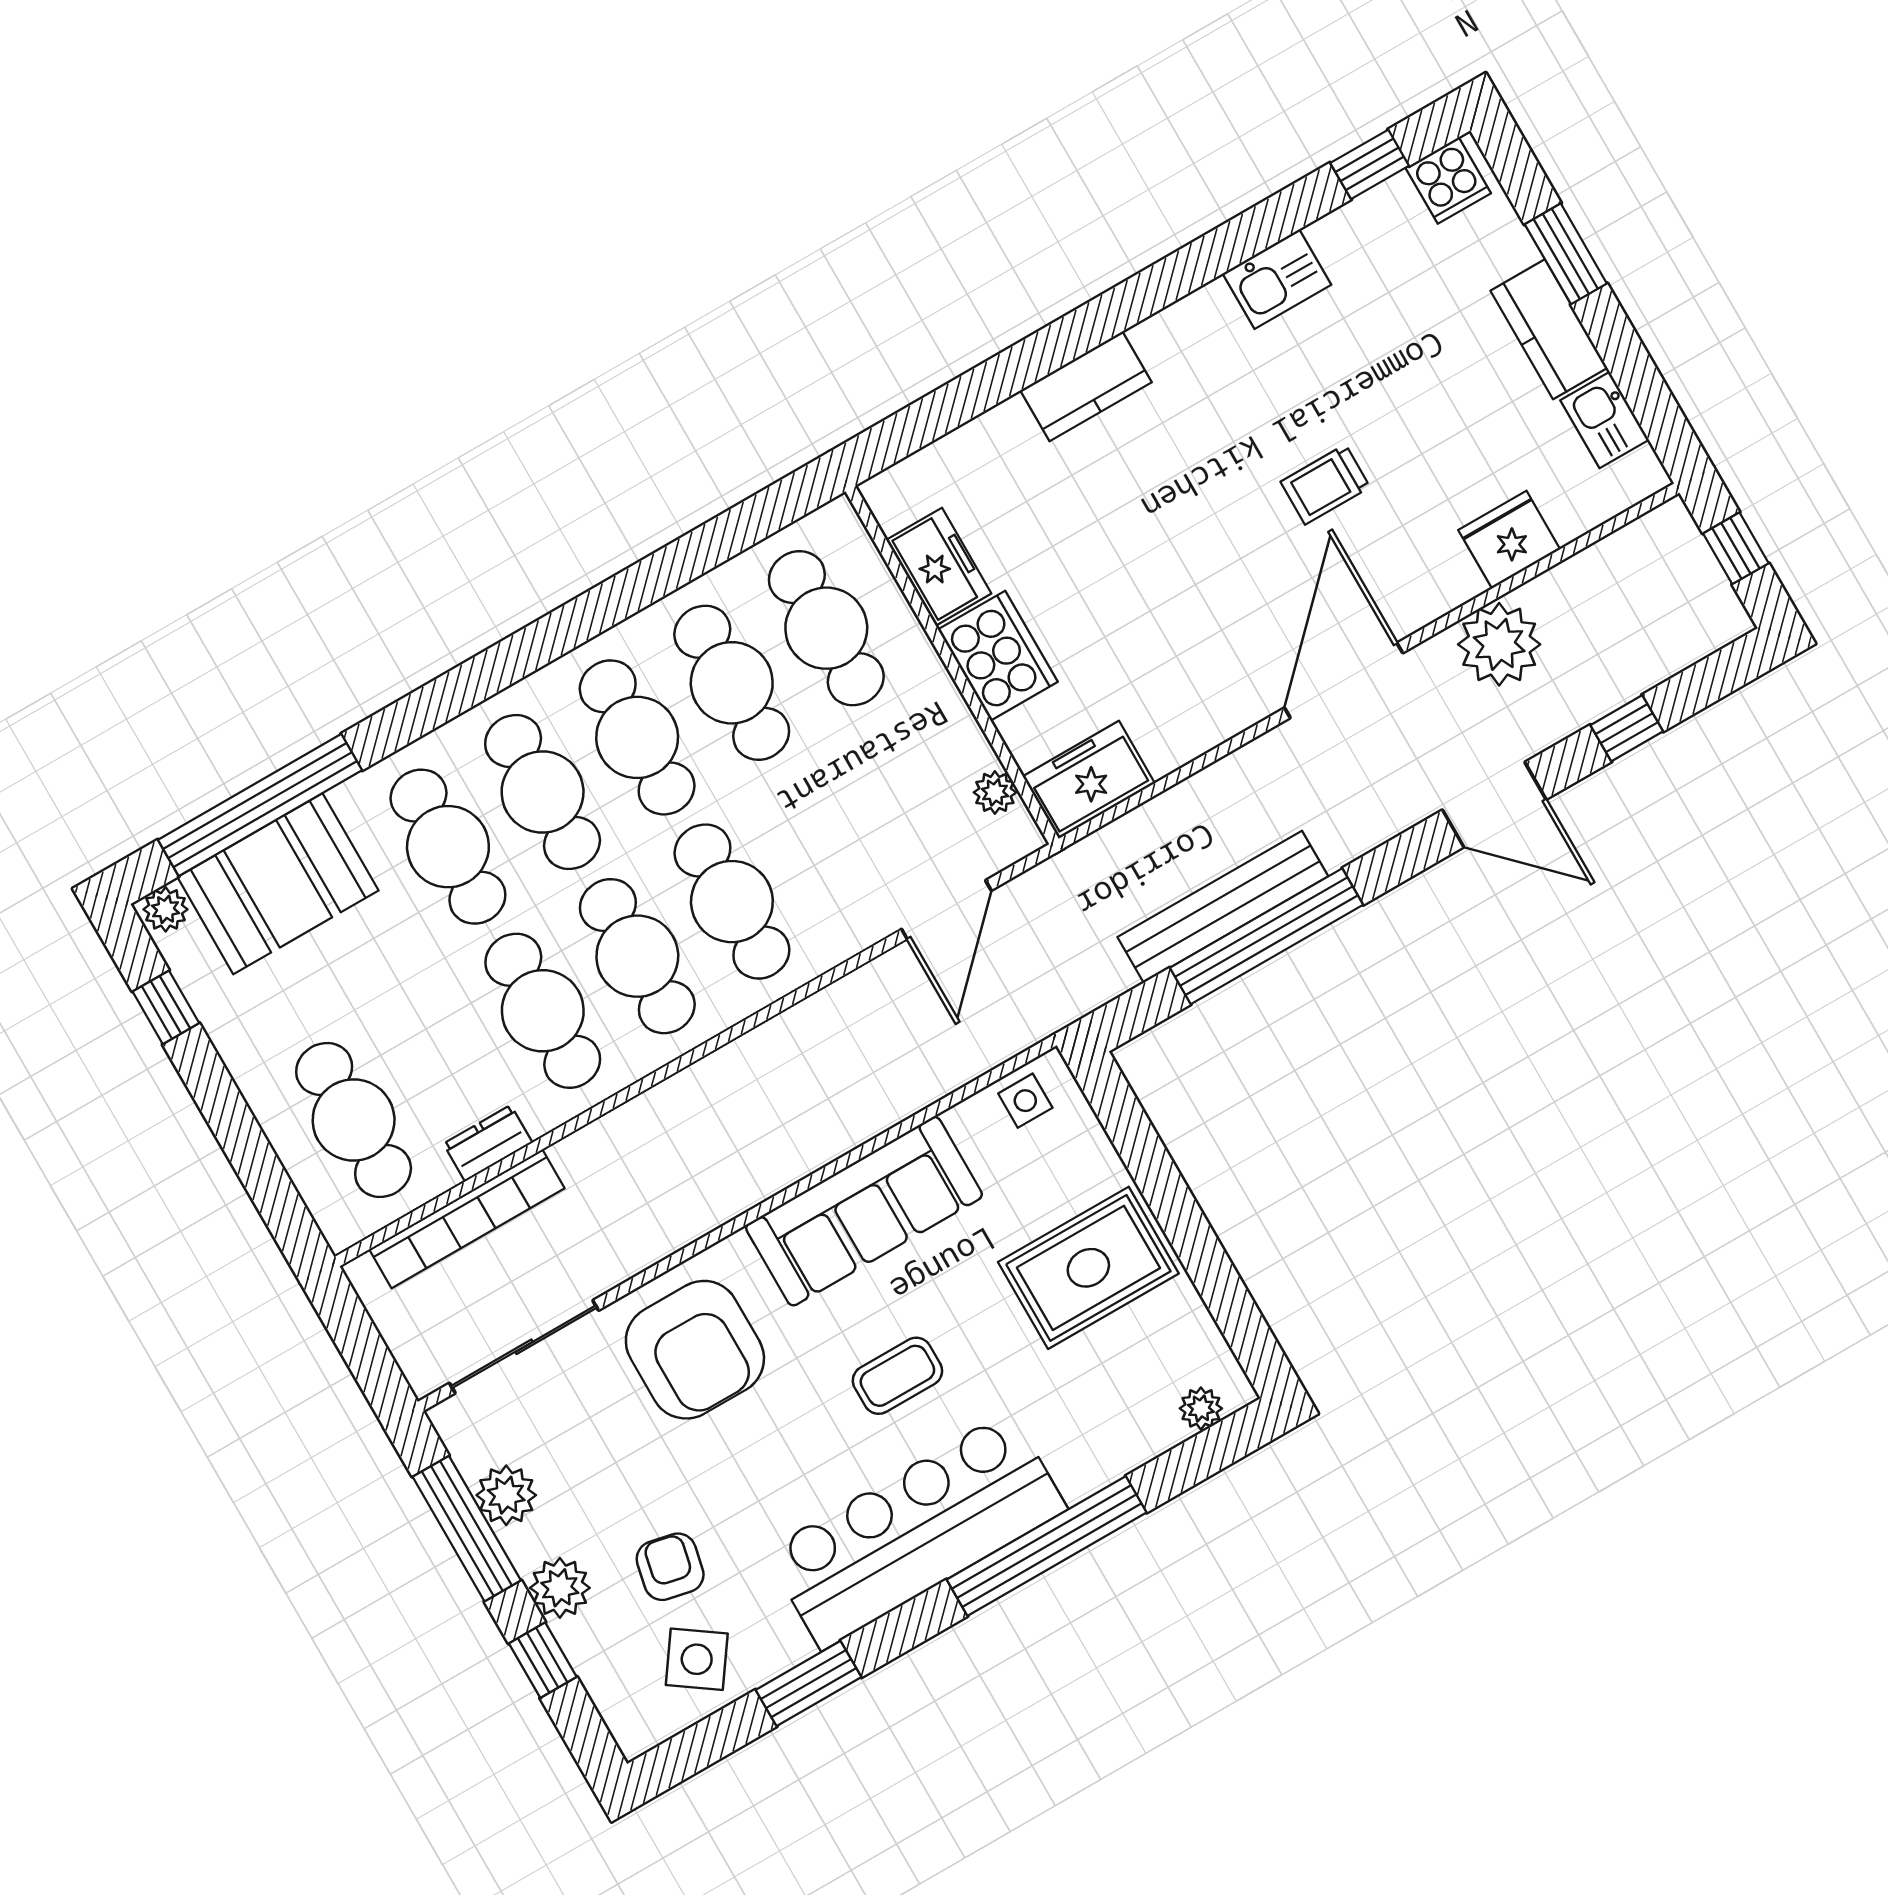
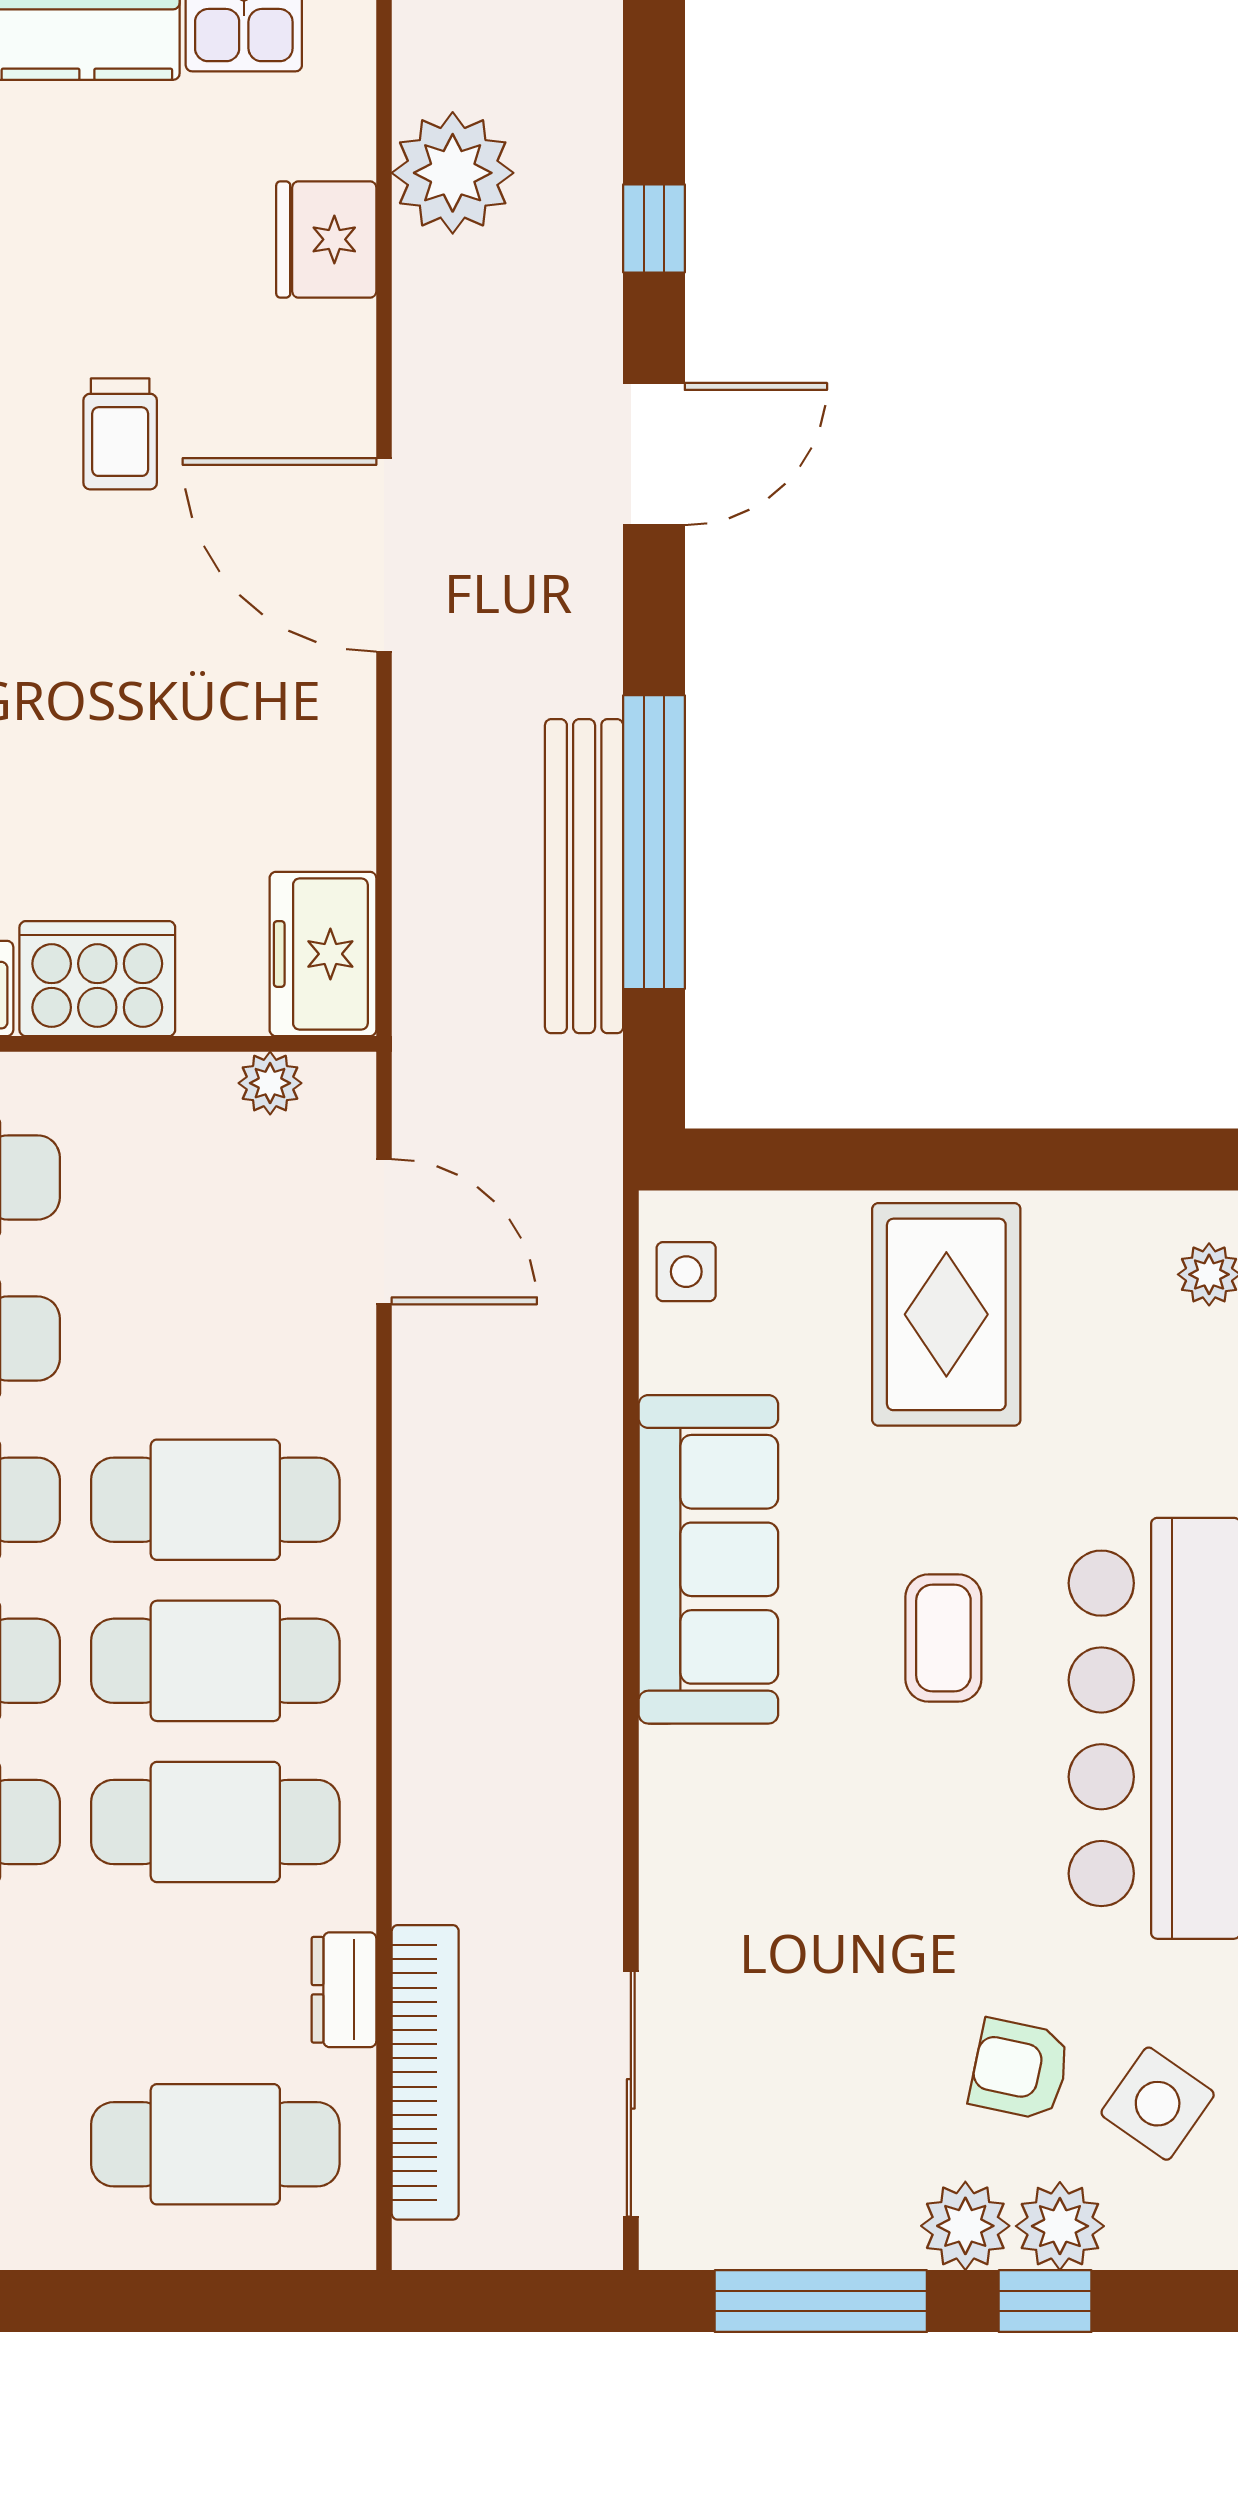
plant: (1499, 644) -> (453, 173), moved
armchair: (695, 1350) -> (761, 1878), removed
plant: (506, 1495) -> (1060, 2226), moved

